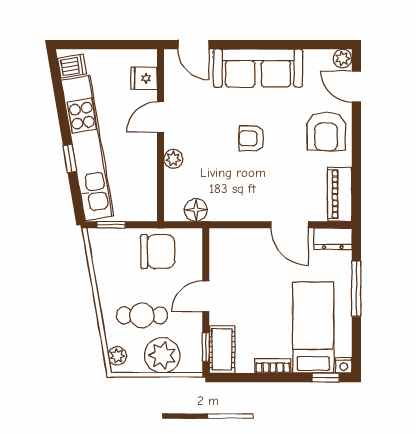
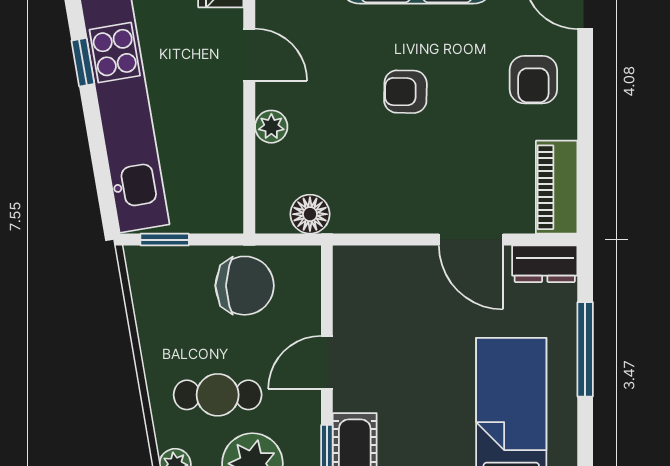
door: (160, 117) -> (249, 55), swing flipped
armchair: (326, 131) -> (533, 80), width x0.72, depth x0.72
window: (70, 159) -> (83, 62), moved

